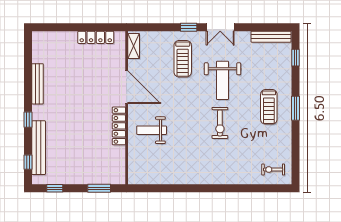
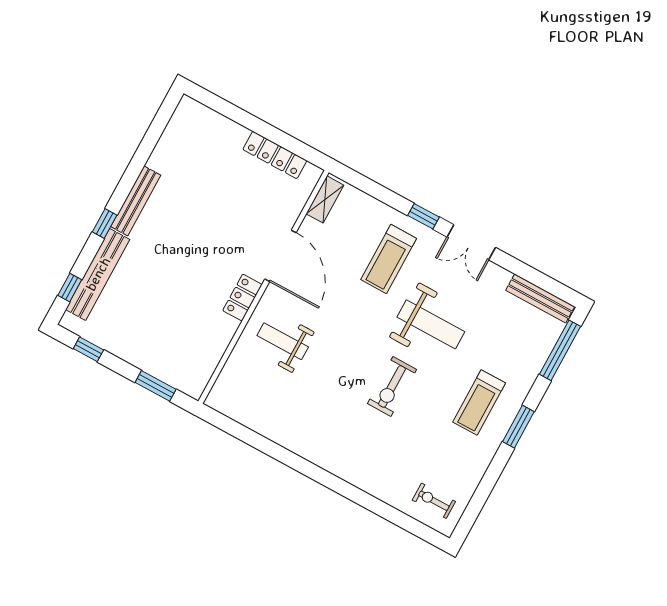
window: (296, 58) -> (560, 350), width x2.17
weight bench: (222, 80) -> (431, 324), turned -90
bench: (38, 84) -> (136, 201), moved
locker: (119, 126) -> (242, 298), width x0.66

